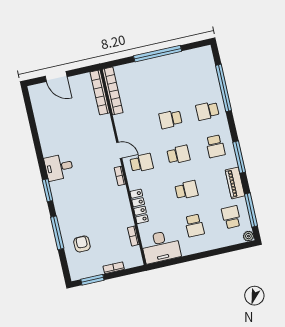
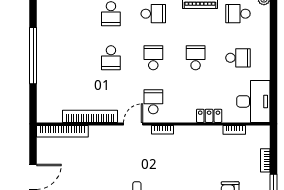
bookcase: (113, 91) -> (90, 116), moved
locker: (139, 206) -> (209, 116), width x0.66

